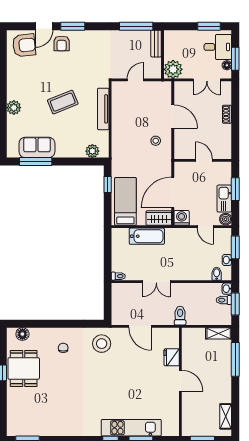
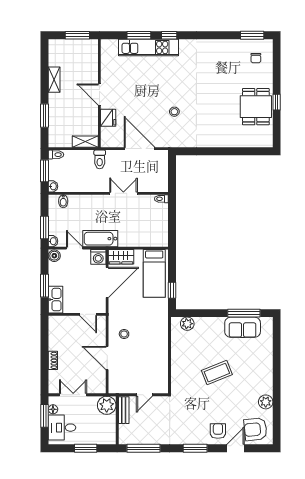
window: (73, 26) -> (195, 448), moved
window: (209, 26) -> (86, 448), moved
bench: (156, 44) -> (124, 410), moved
plant: (14, 108) -> (266, 402), moved
tv unit: (103, 109) -> (176, 366), removed
door: (204, 160) -> (88, 314), moved
kitchen sink: (224, 199) -> (56, 300), moved
bathtub: (147, 236) -> (100, 239), moved
washbasin: (227, 260) -> (53, 241), moved
toilet: (224, 300) -> (56, 155), moved
door: (140, 326) -> (140, 149), width x1.36
shelving: (219, 333) -> (85, 142), moved
floor lamp: (22, 334) -> (257, 141), removed
stool: (102, 344) -> (174, 112), moved, width x0.53, depth x0.53
chair: (63, 348) -> (256, 58), moved
window: (235, 359) -> (45, 116), width x0.69
shelving: (226, 416) -> (54, 80), moved

